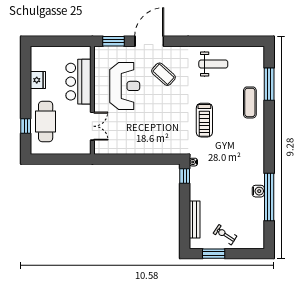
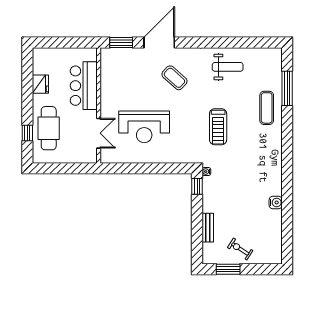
reception desk: (125, 86) -> (144, 127), moved, turned 90
window: (269, 197) -> (287, 209), removed
bench: (195, 220) -> (208, 228), width x0.73

